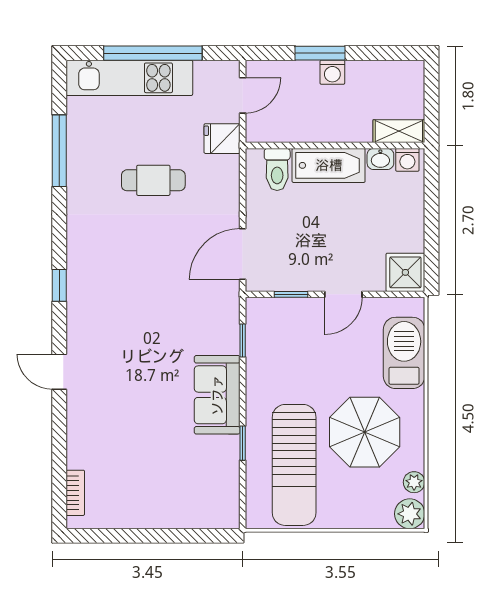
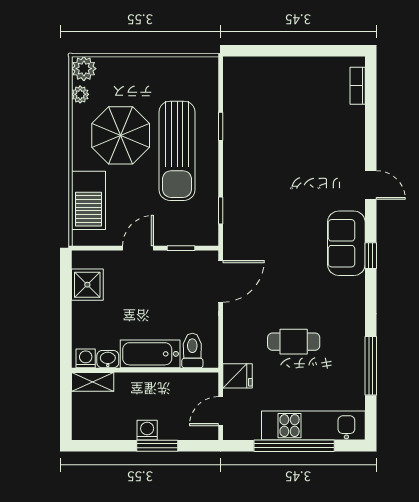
shower: (405, 272) -> (87, 285), moved
sofa: (217, 395) -> (346, 243), moved, turned 180
sun lounger: (294, 465) -> (177, 151), moved, turned 180

